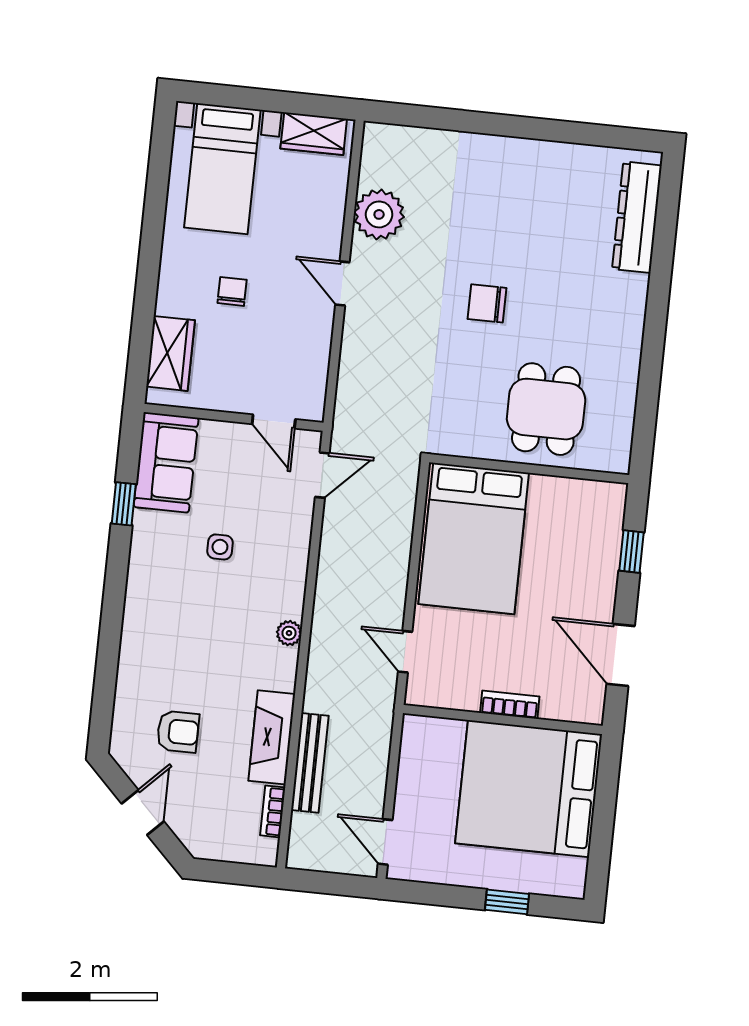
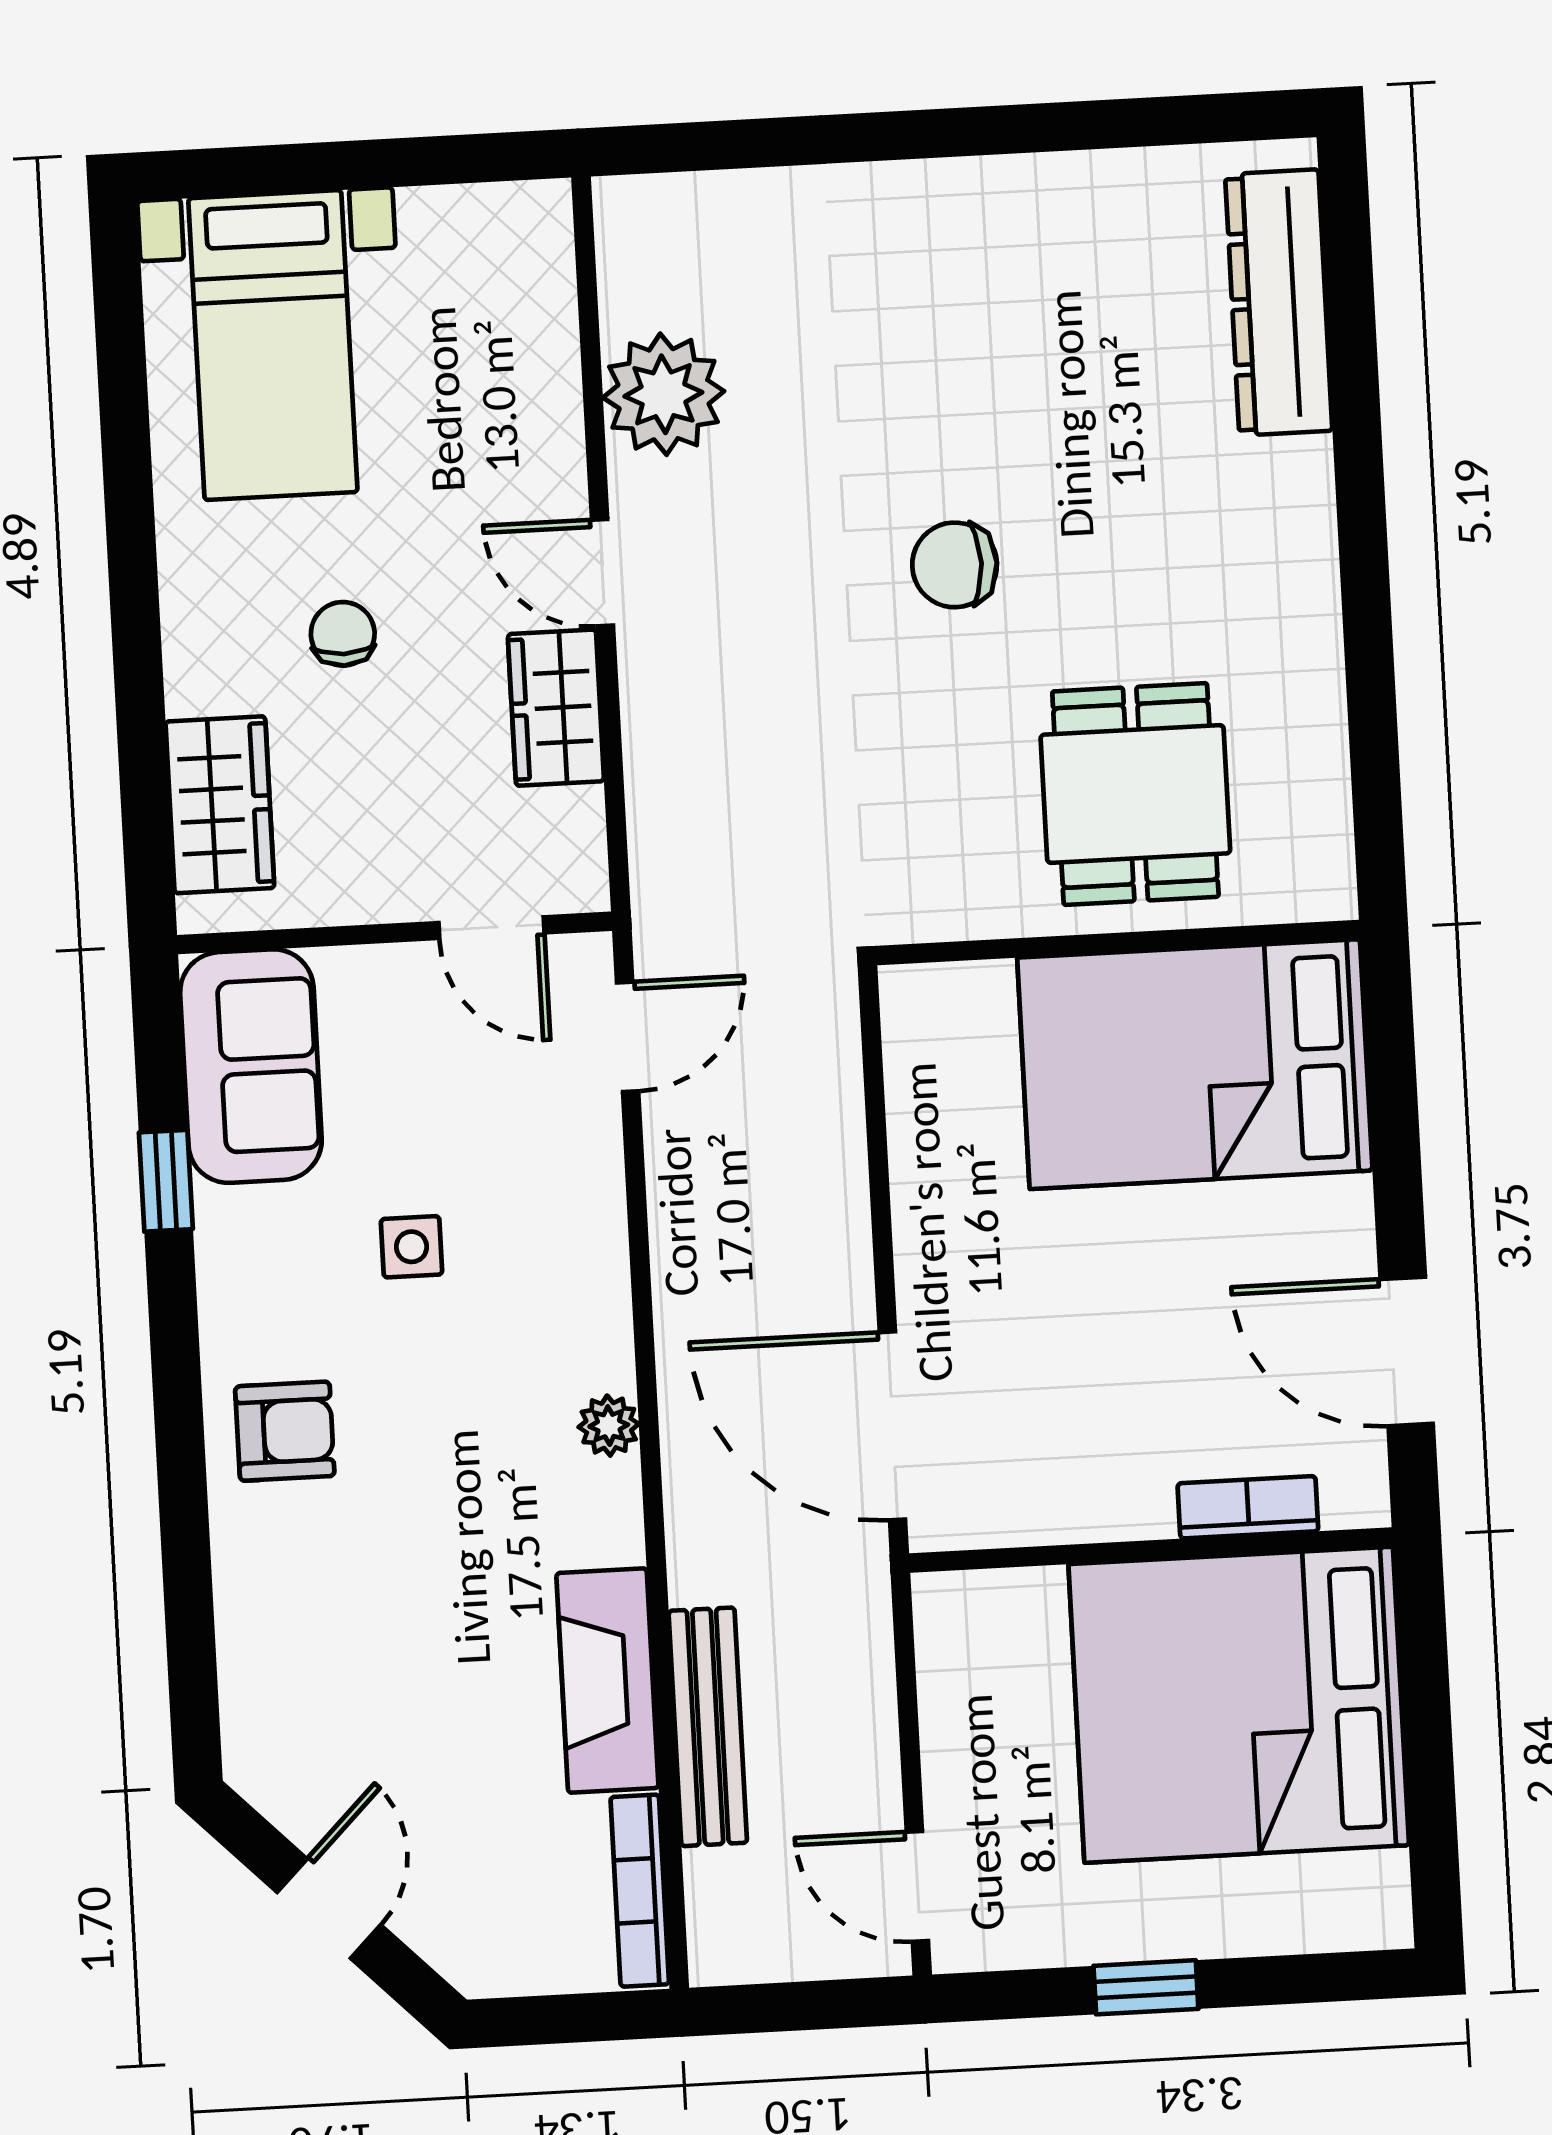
wardrobe: (314, 134) -> (556, 708), moved, turned 90
bed: (474, 538) -> (1195, 1064), moved, turned 90
window: (631, 551) -> (1393, 1101), removed
door: (405, 652) -> (892, 1426), width x1.88
bookcase: (510, 705) -> (1248, 1507), moved
armchair: (178, 732) -> (285, 1431), moved
bookcase: (273, 811) -> (640, 1891), width x1.56
window: (507, 902) -> (1146, 1987), moved

